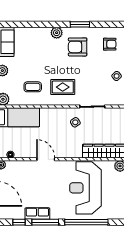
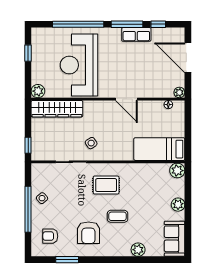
window: (80, 24) -> (67, 260), moved
plant: (57, 33) -> (138, 250), moved
armchair: (78, 47) -> (88, 233), turned 90
coffee table: (33, 87) -> (118, 216), moved
reception desk: (86, 188) -> (79, 65), turned 180

